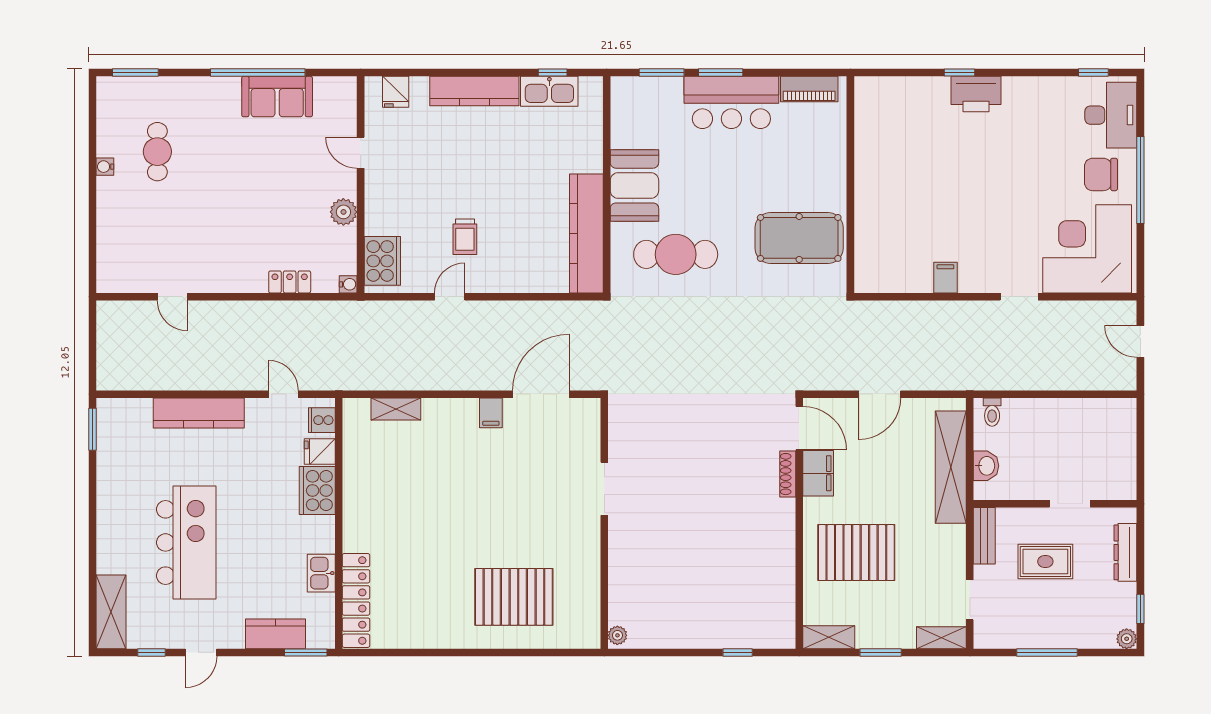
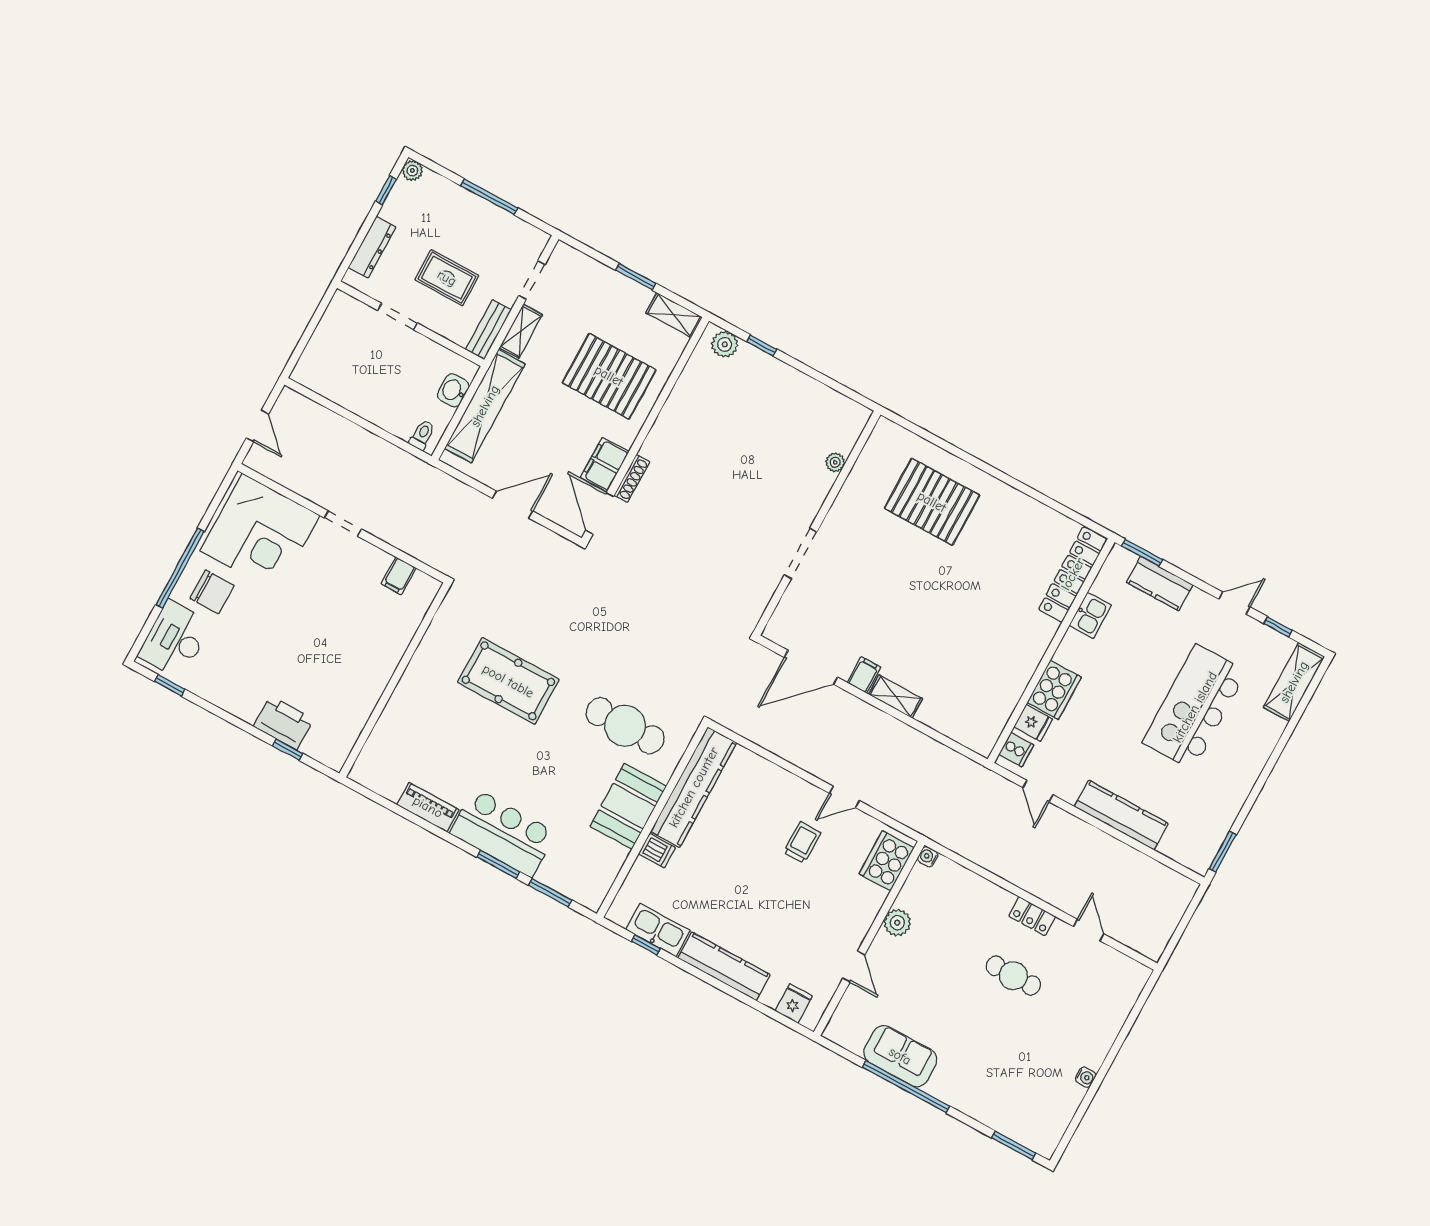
cafe table: (157, 152) -> (1013, 976), moved, turned 90
dishwasher: (588, 160) -> (657, 851), added
wall: (850, 185) -> (395, 680), moved
locker: (290, 282) -> (1032, 916), moved
shelving: (396, 409) -> (896, 697), moved
plant: (617, 635) -> (835, 462), moved
plant: (770, 636) -> (725, 344), added
shelving: (941, 638) -> (521, 331), moved, turned 90

